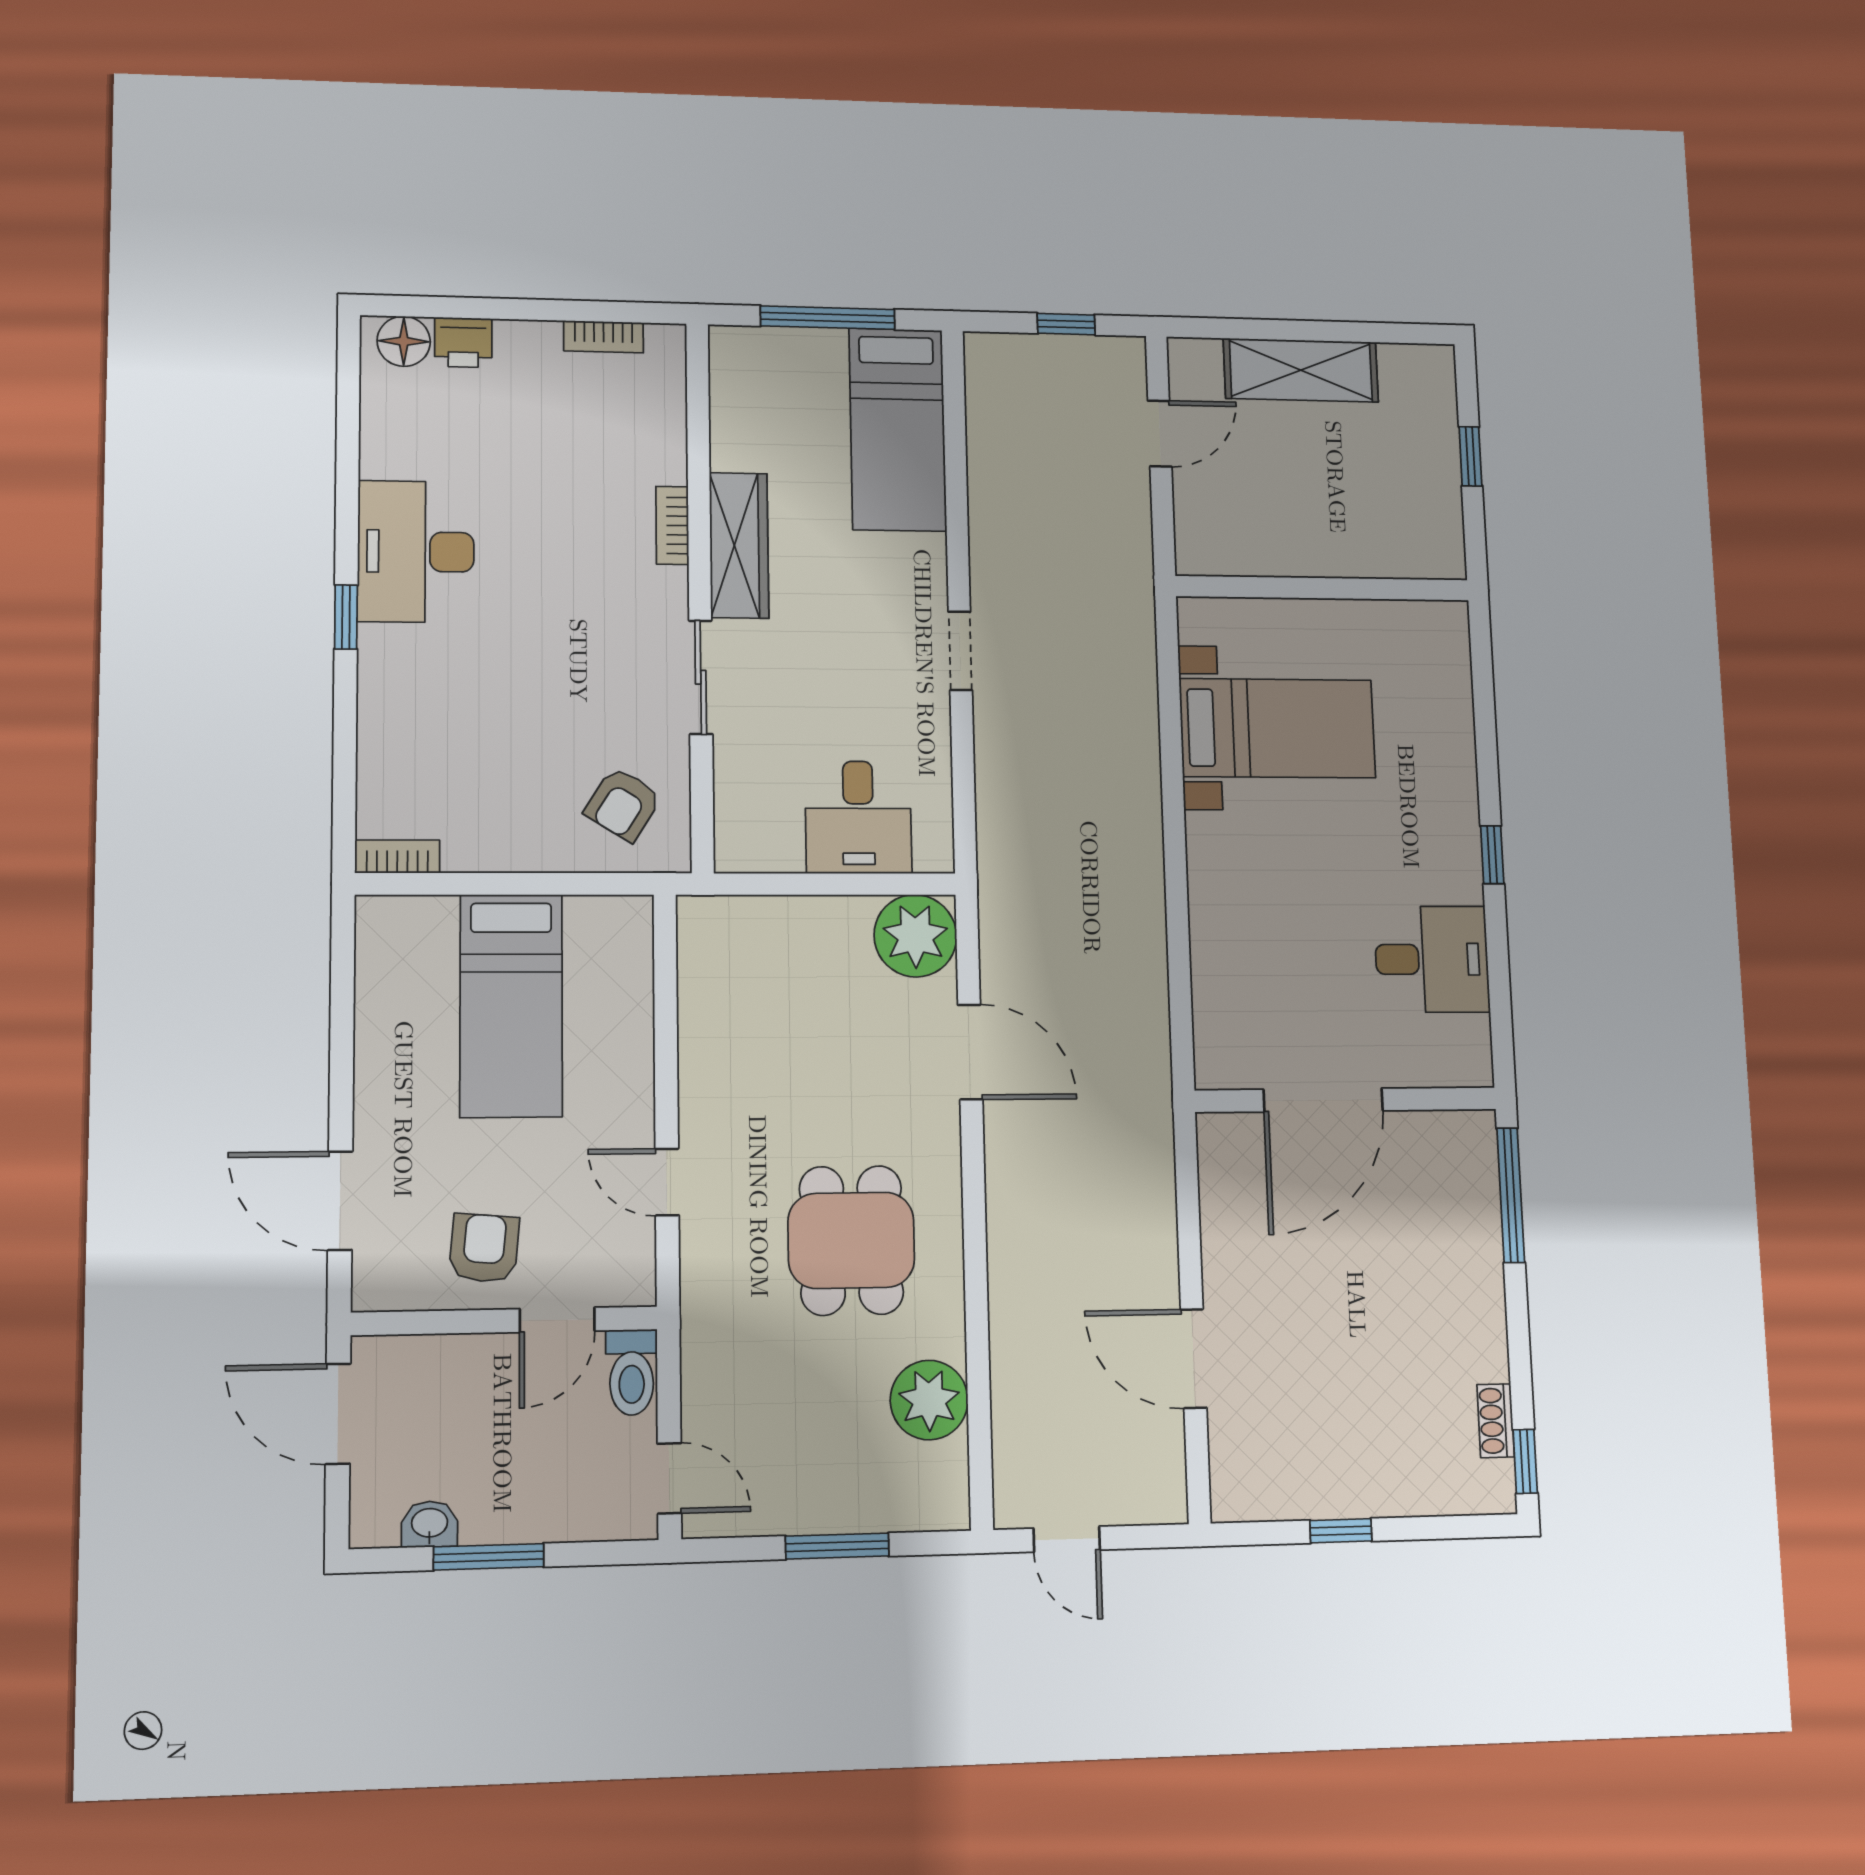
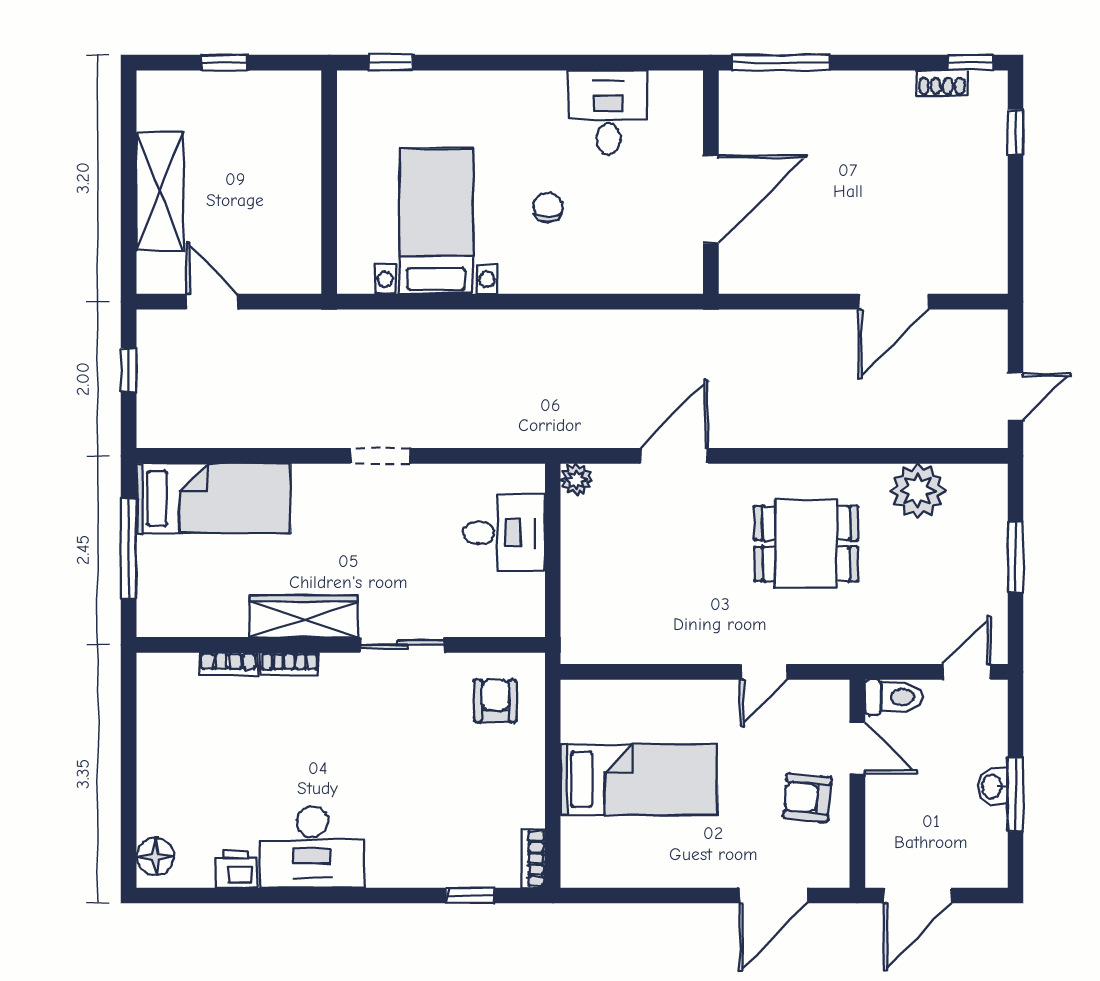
bookcase: (604, 337) -> (228, 664), moved, turned 90
printer: (463, 342) -> (236, 869), moved, turned -90
window: (346, 617) -> (470, 895), moved
armchair: (623, 804) -> (495, 701), turned -122
window: (1492, 855) -> (391, 63), moved
chair: (1302, 878) -> (548, 208), added
plant: (915, 936) -> (576, 479), width x0.53, depth x0.53
door: (1323, 1100) -> (711, 199), hinge flipped
washbasin: (430, 1524) -> (993, 786), moved
window: (1341, 1531) -> (1015, 132), moved

